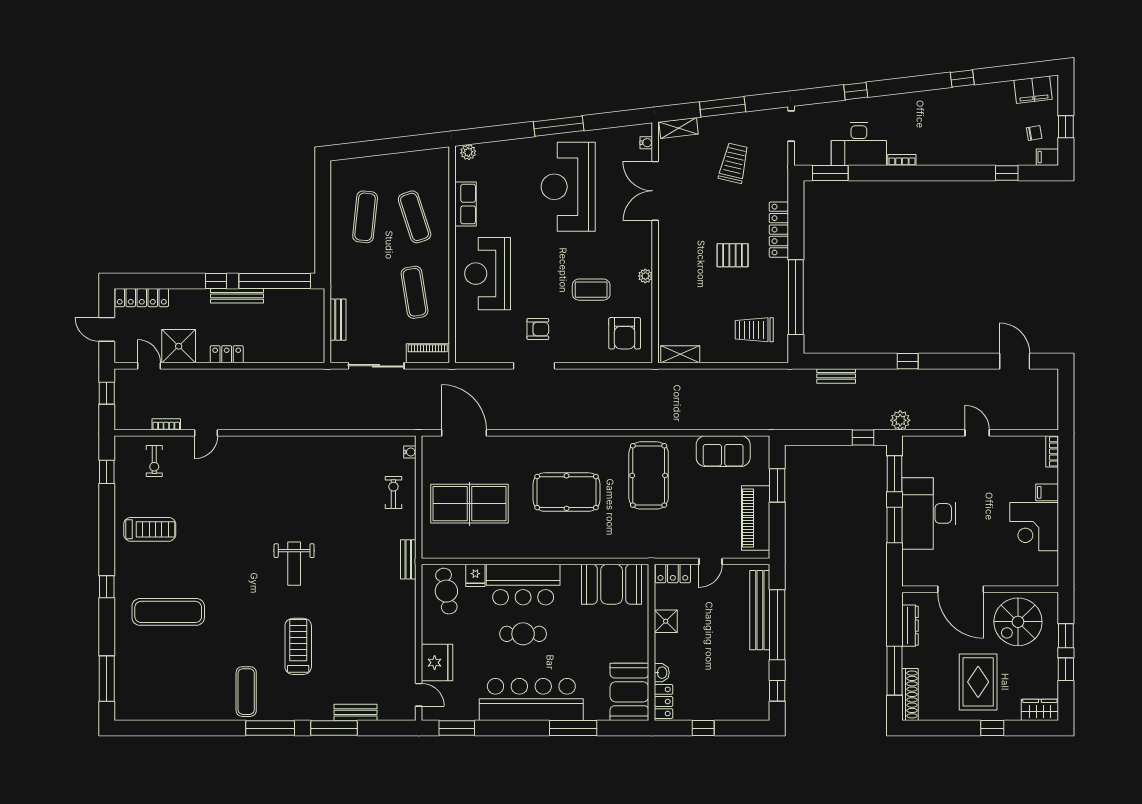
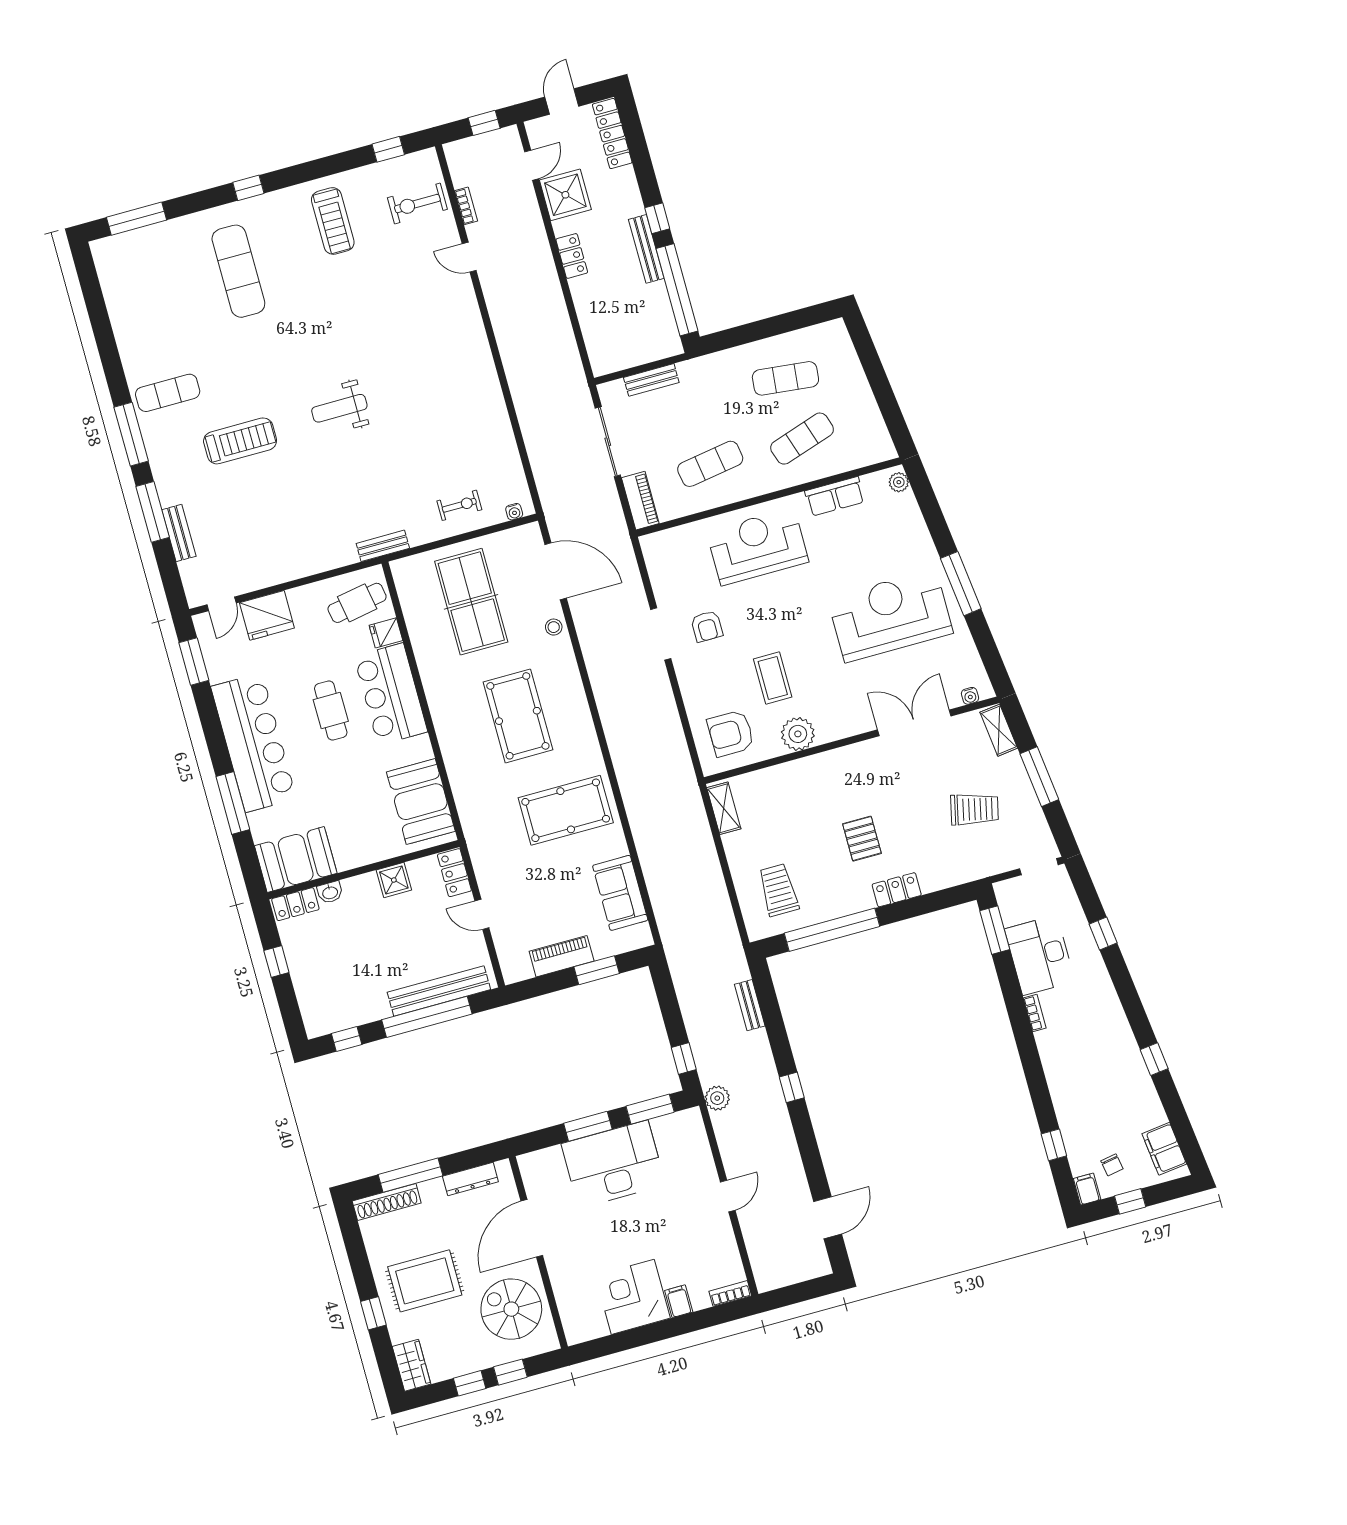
locker: (779, 230) -> (897, 890), width x0.66
plant: (645, 276) -> (798, 734), width x1.88, depth x1.88
door: (464, 433) -> (556, 571), hinge flipped
stool: (506, 446) -> (554, 627), added
exercise bike: (154, 461) -> (417, 204), width x1.38, depth x1.39
piano: (756, 518) -> (562, 956), width x0.73, depth x0.75

